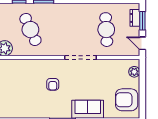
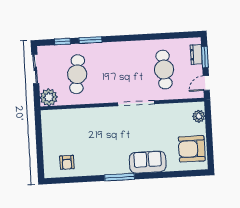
cafe table: (30, 30) -> (77, 74), turned 30
door: (142, 43) -> (206, 83), hinge flipped
armchair: (53, 84) -> (67, 162), moved

